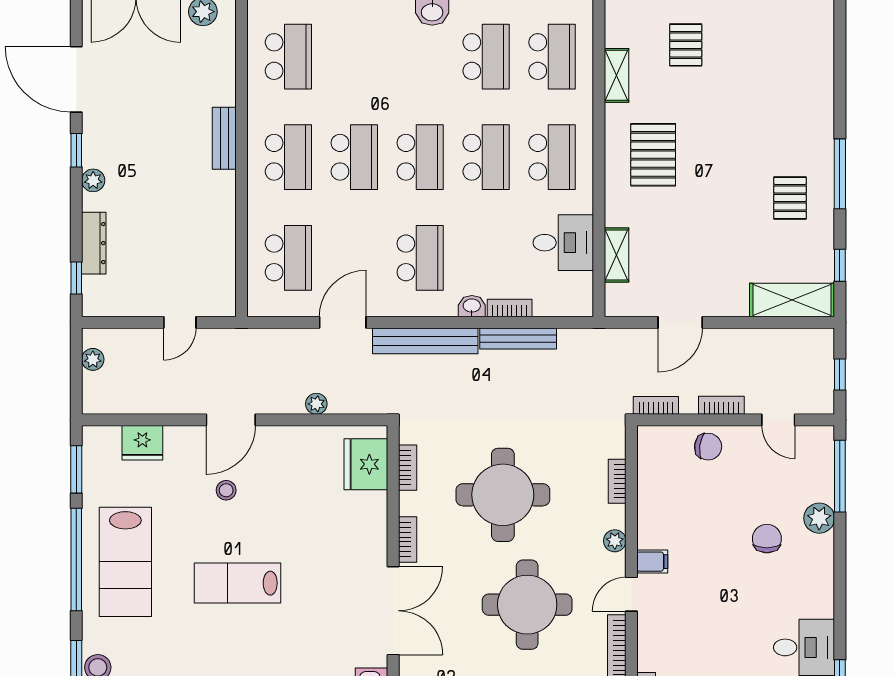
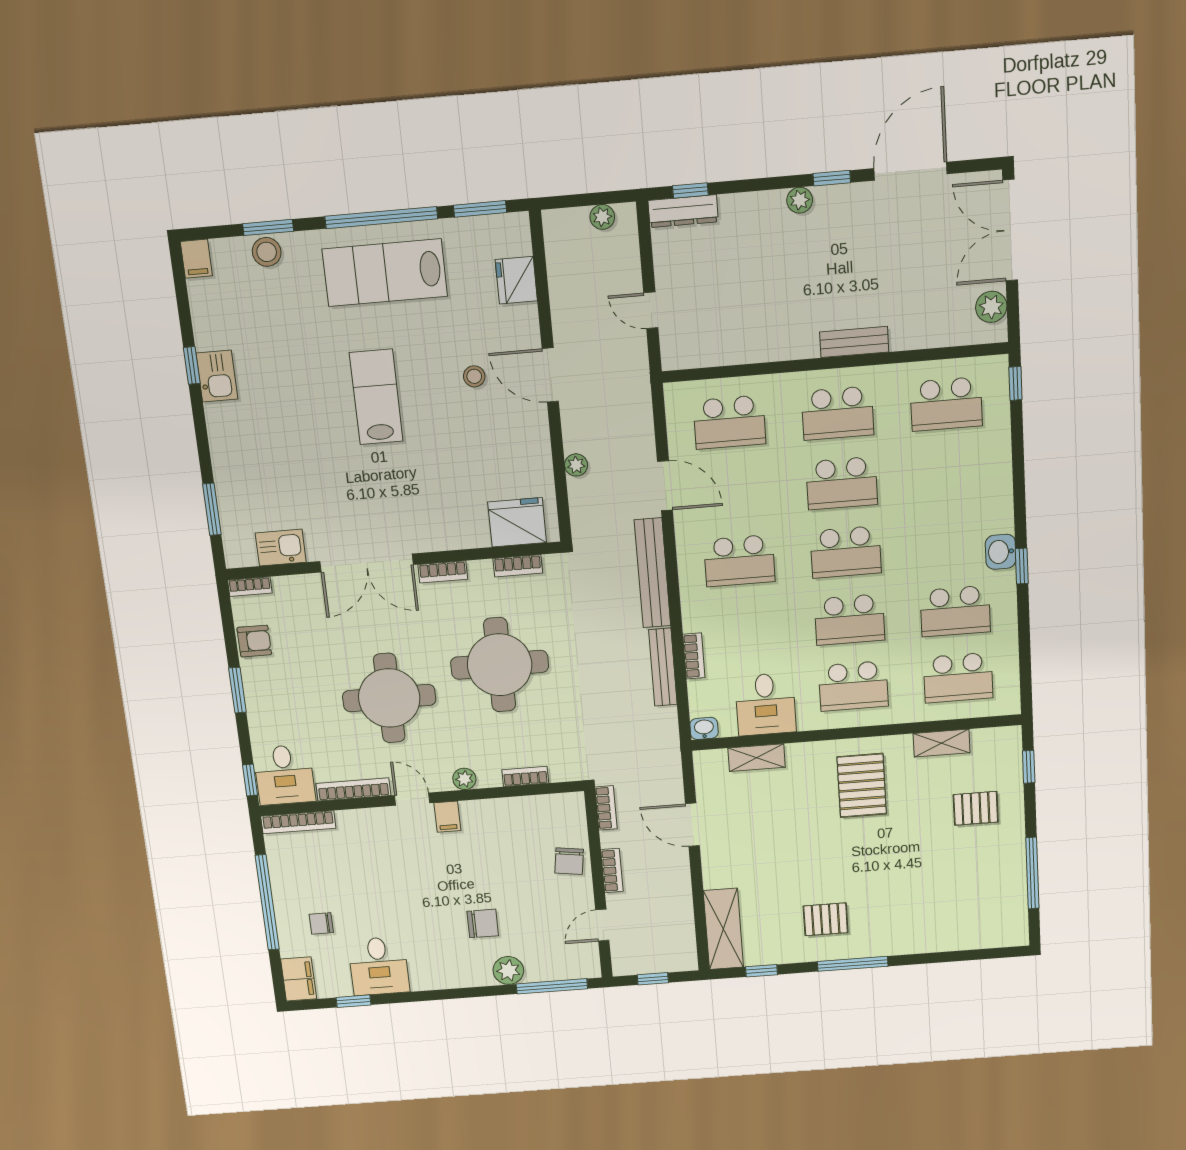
pallet: (653, 155) -> (862, 785), turned 90
dresser: (94, 243) -> (683, 211), moved
washbasin: (472, 306) -> (704, 728), moved, turned -90

